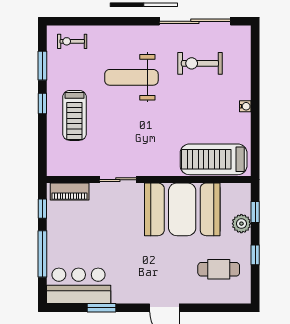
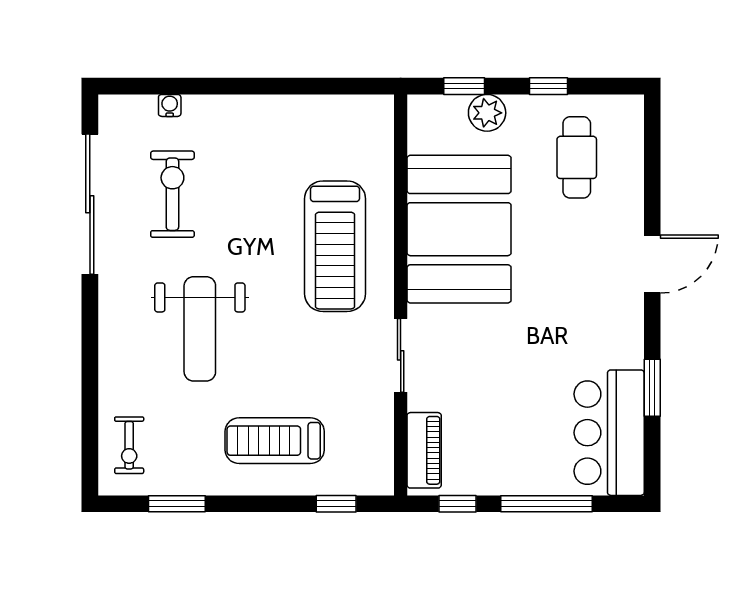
exercise bike: (200, 63) -> (172, 194), turned 180
window: (42, 104) -> (336, 504), moved
water cooler: (245, 106) -> (170, 105), moved
treadmill: (74, 115) -> (275, 441), turned 180
treadmill: (214, 159) -> (335, 246), moved

